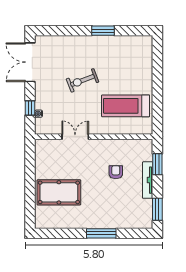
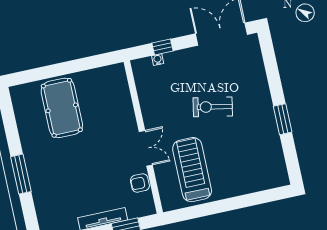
exercise bike: (82, 80) -> (213, 107), turned -58
double door: (75, 137) -> (146, 148), moved
armchair: (116, 172) -> (140, 183), moved, turned 180

